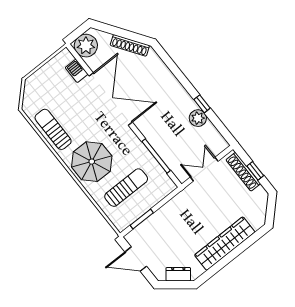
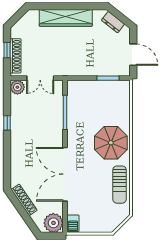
barbecue: (77, 71) -> (73, 223), moved
plant: (198, 118) -> (17, 87), moved
sun lounger: (126, 188) -> (102, 107), removed

